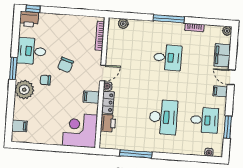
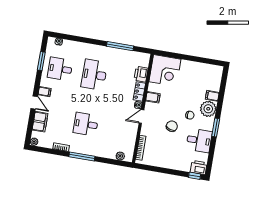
filing cabinet: (20, 126) -> (212, 96), moved

